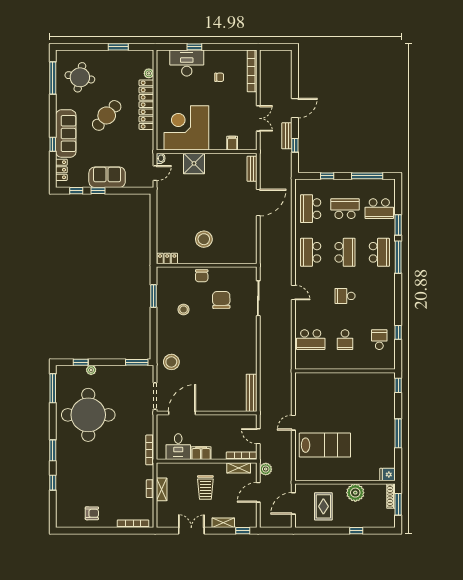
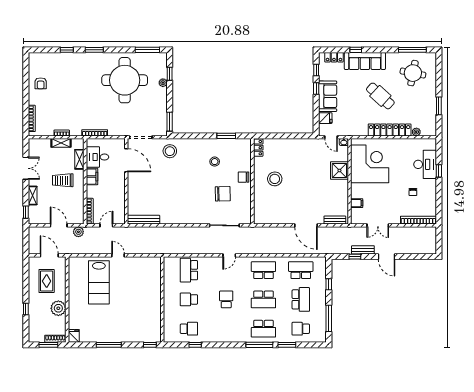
fridge: (133, 180) -> (325, 118), added
school desk: (379, 209) -> (301, 329), width x0.54
shelving: (239, 468) -> (79, 159), moved
rug: (323, 506) -> (47, 281), turned 90

